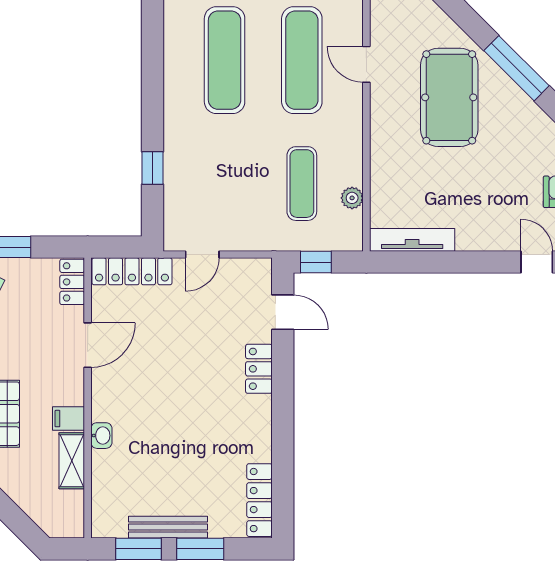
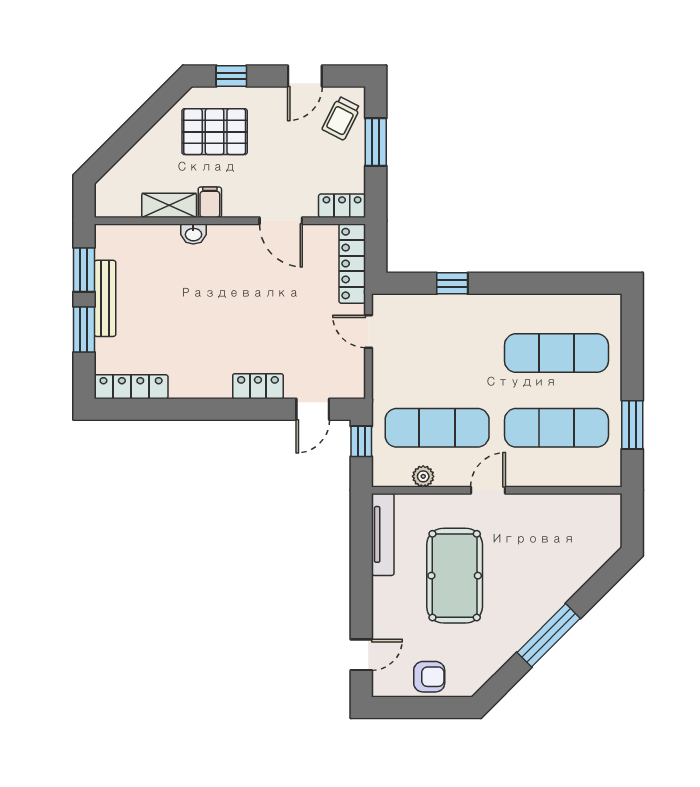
door: (366, 64) -> (488, 490), moved
pool table: (449, 97) -> (455, 576), moved, turned 90
exercise mat: (302, 184) -> (437, 428), width x1.36, depth x1.45

